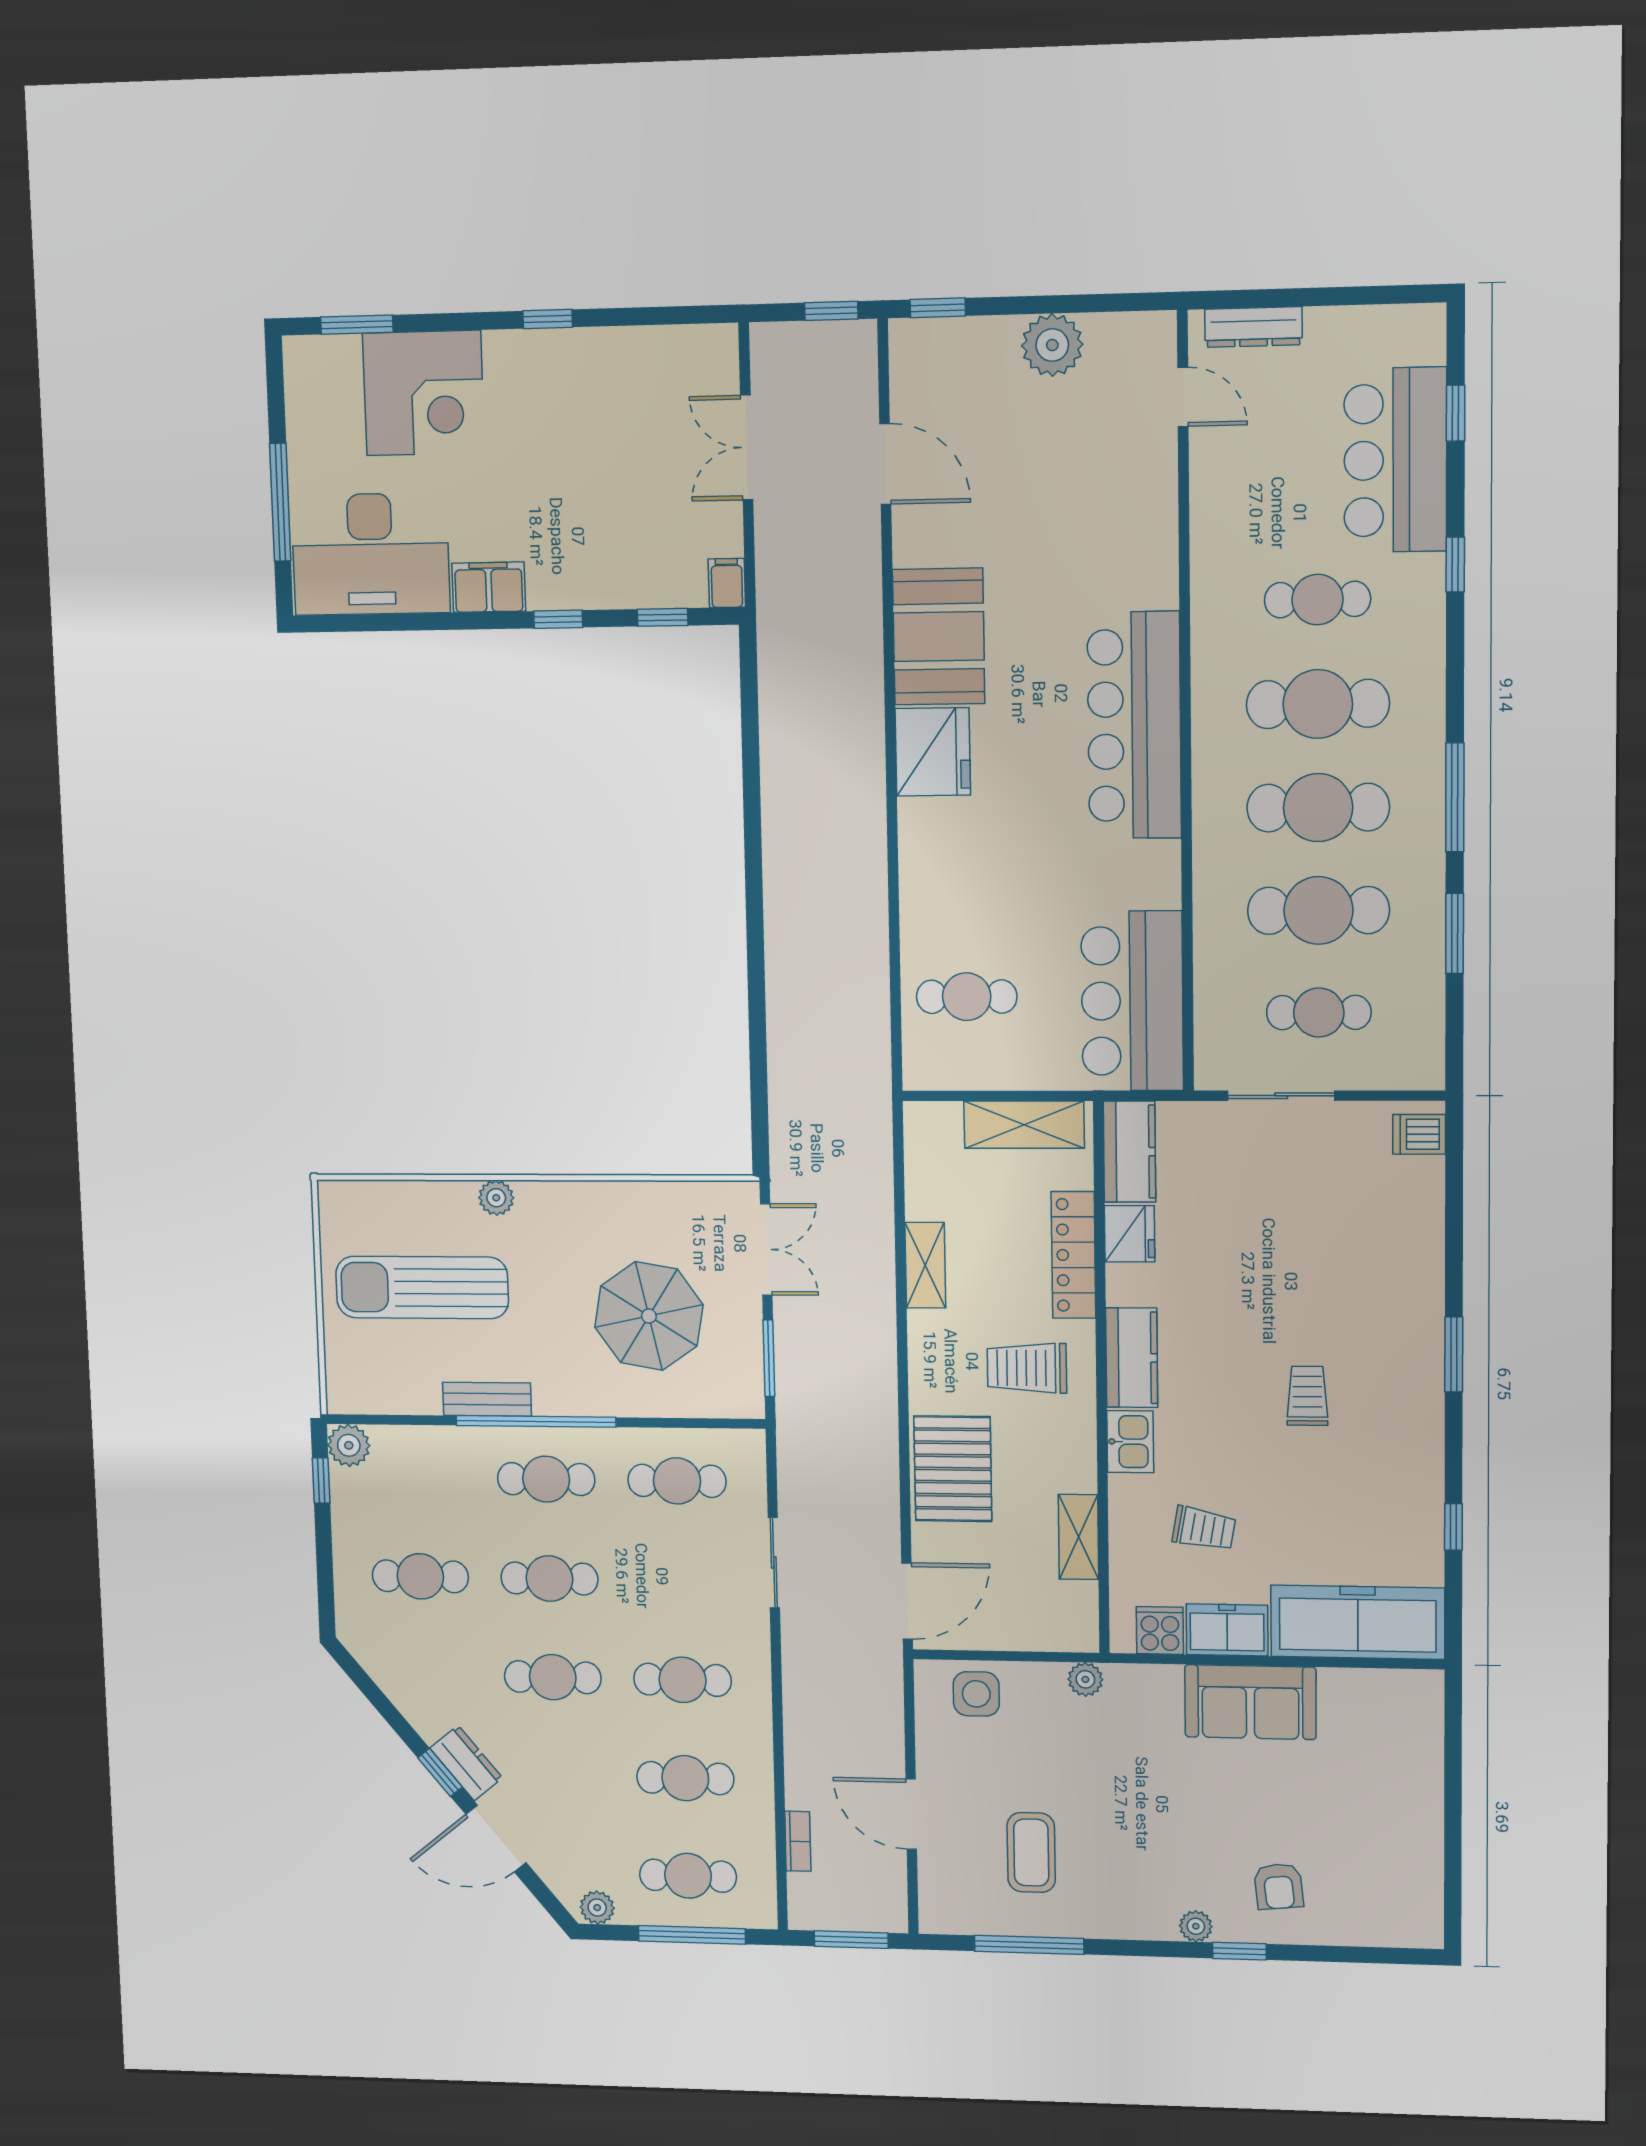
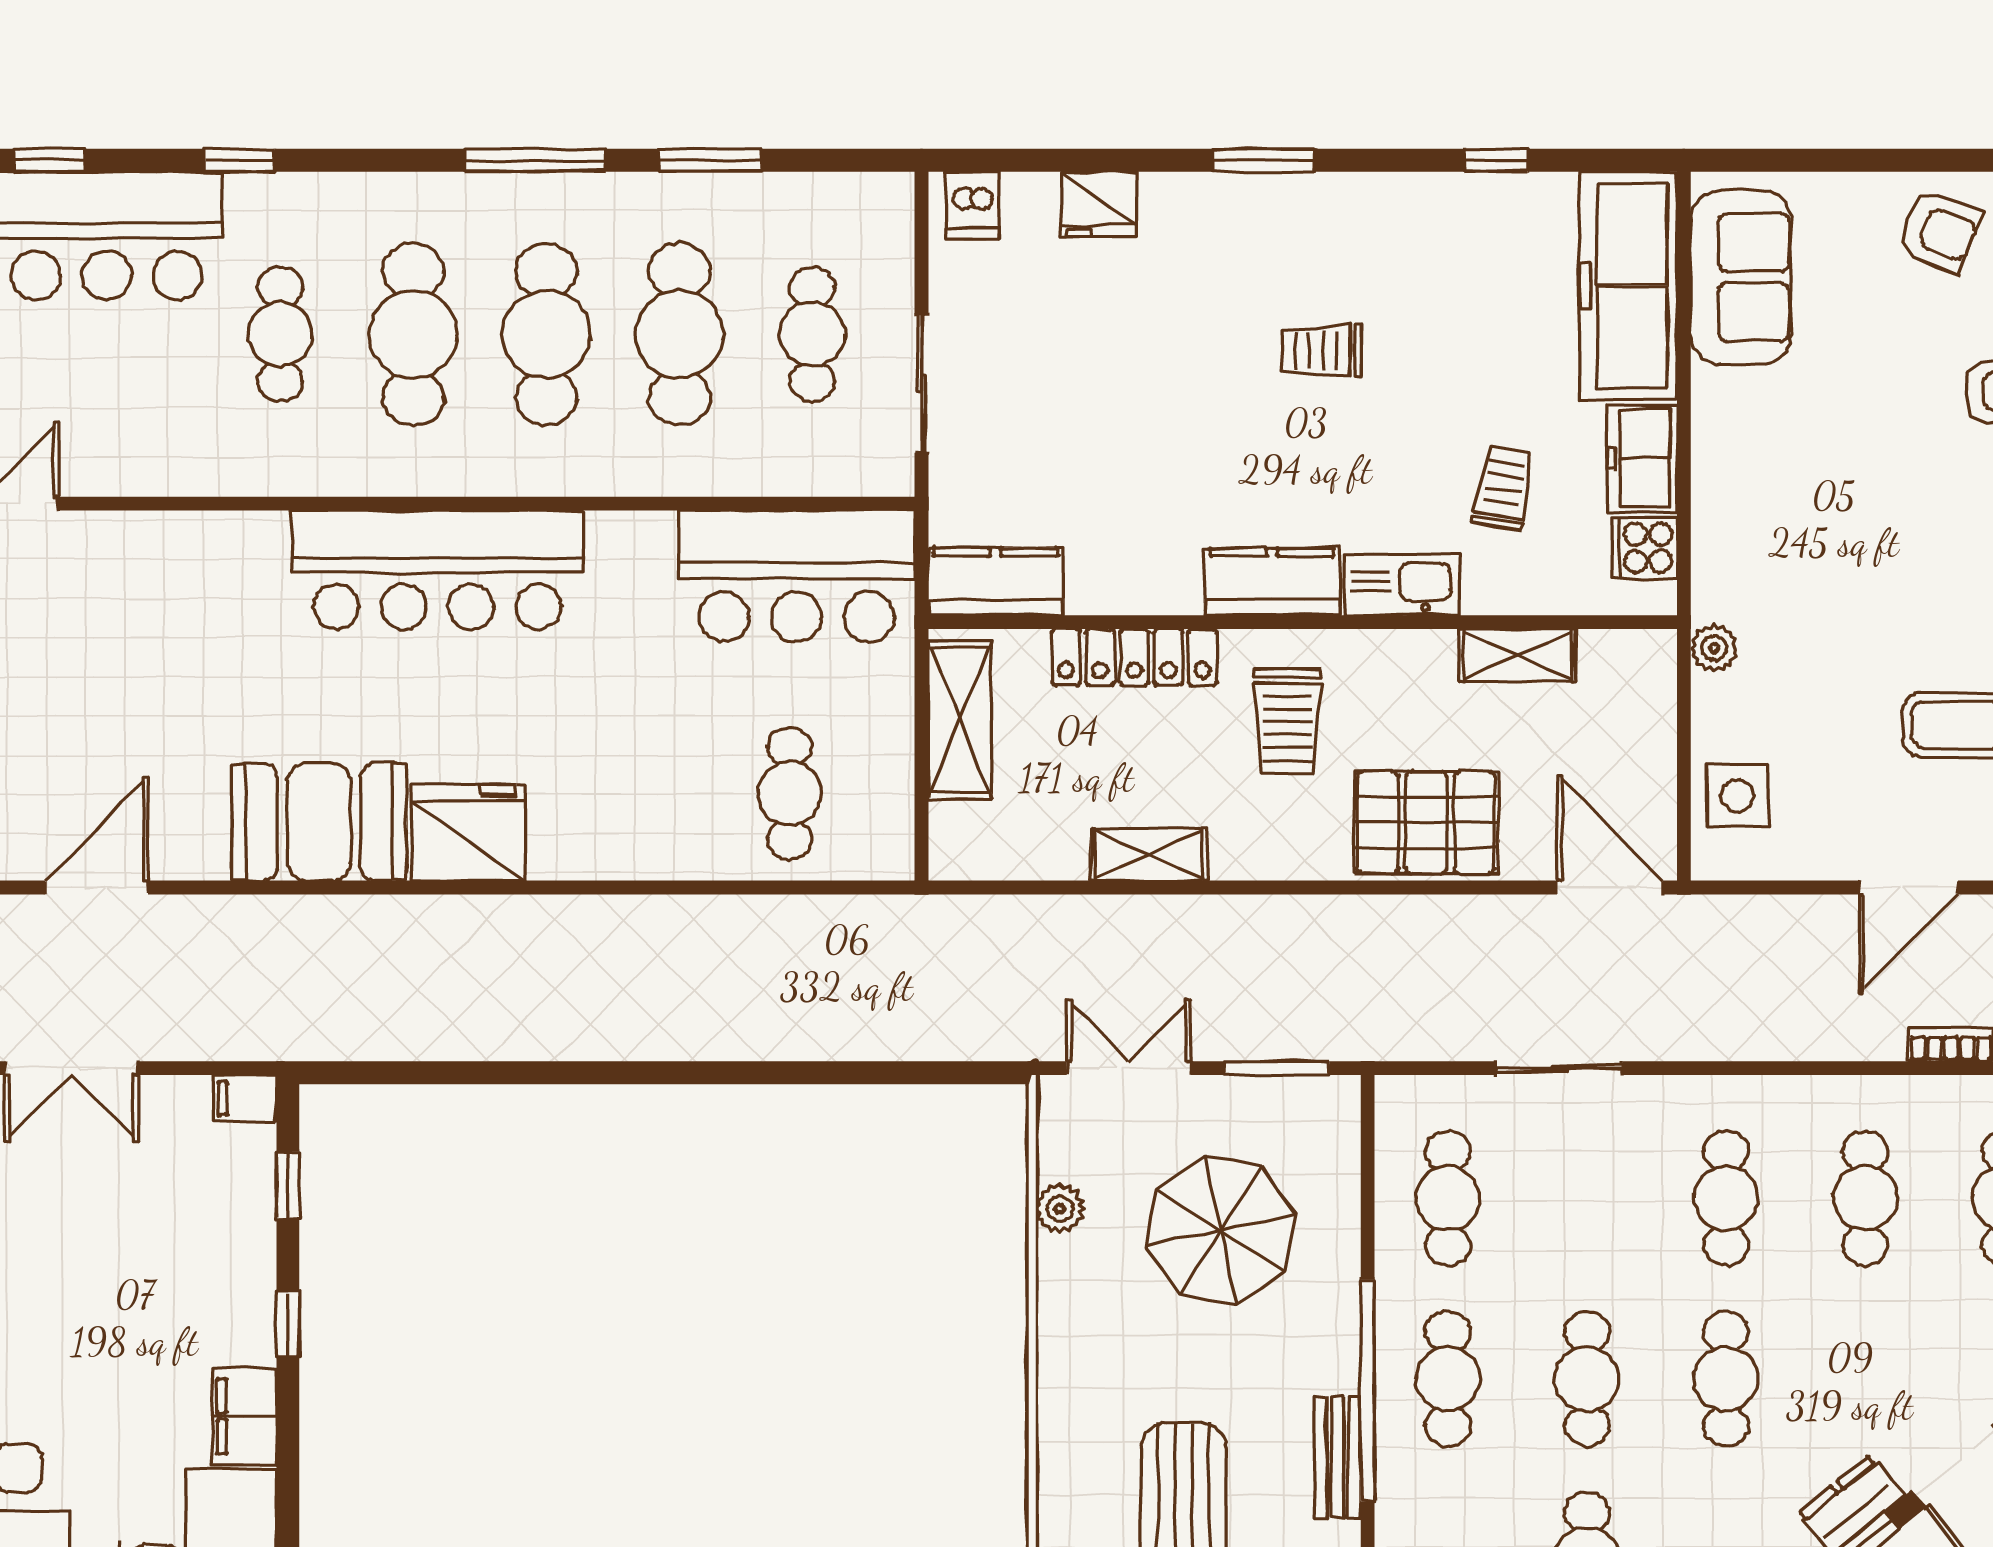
plant: (496, 1198) -> (1060, 1209), moved
fridge: (1130, 1234) -> (1099, 204), moved, turned 180
kitchen sink: (1130, 1442) -> (1402, 585), width x1.38
sofa: (1250, 1702) -> (1741, 277), moved
armchair: (1399, 1848) -> (1939, 231), added

